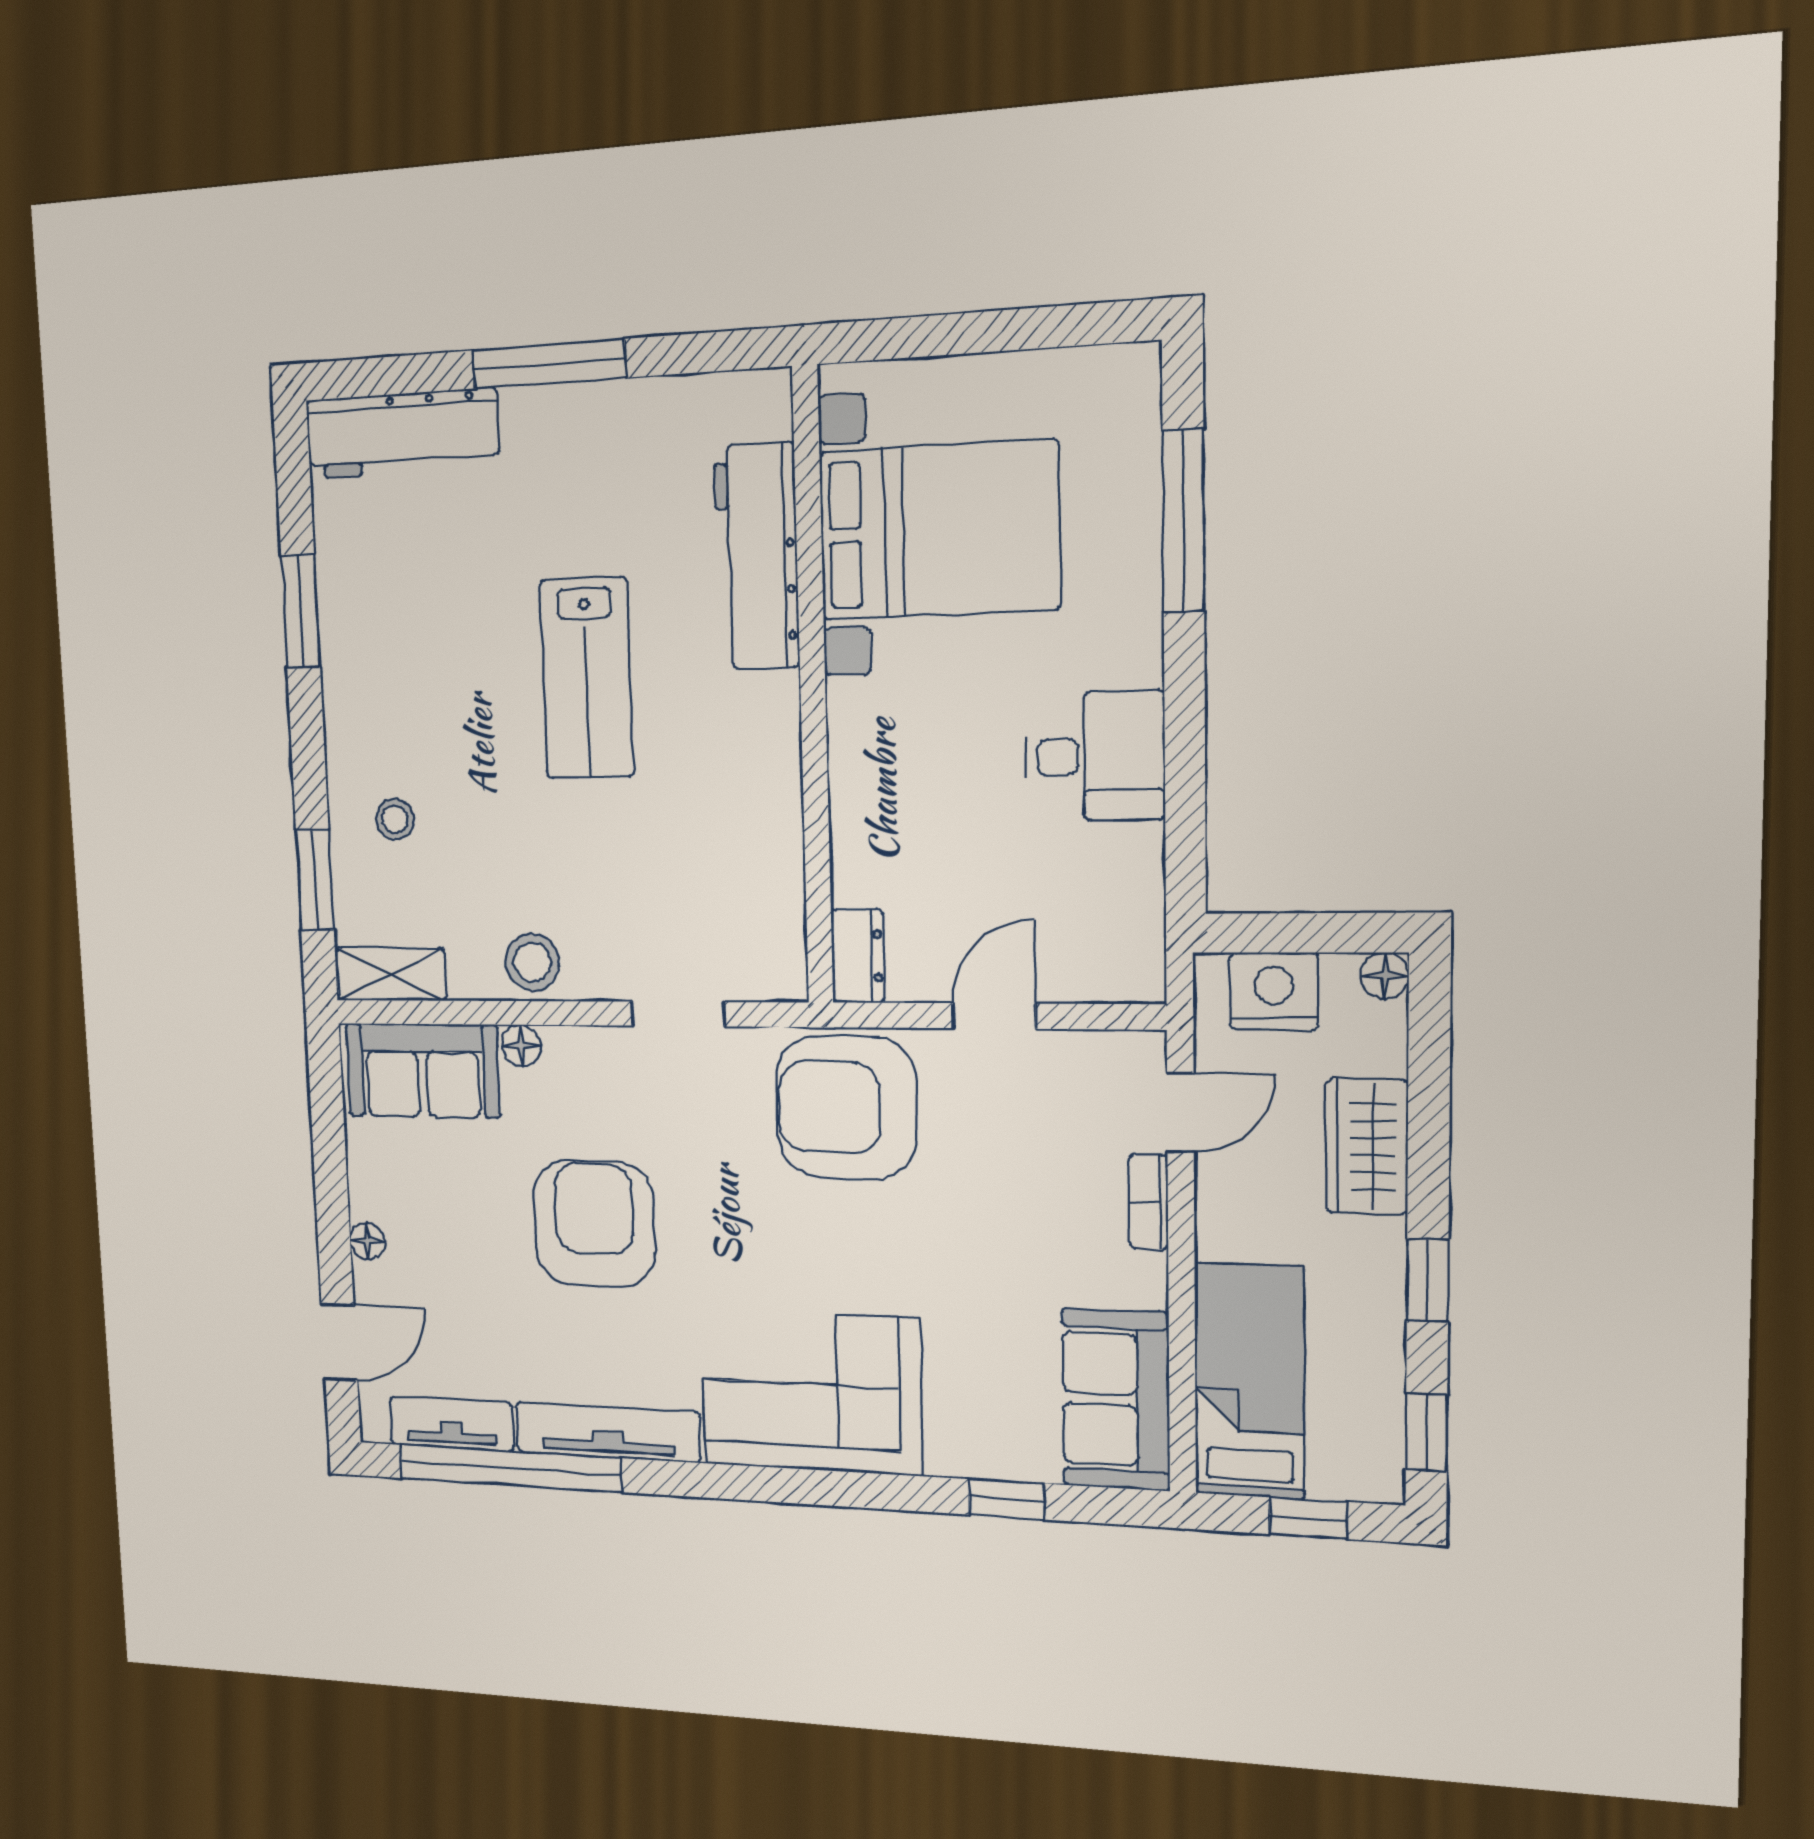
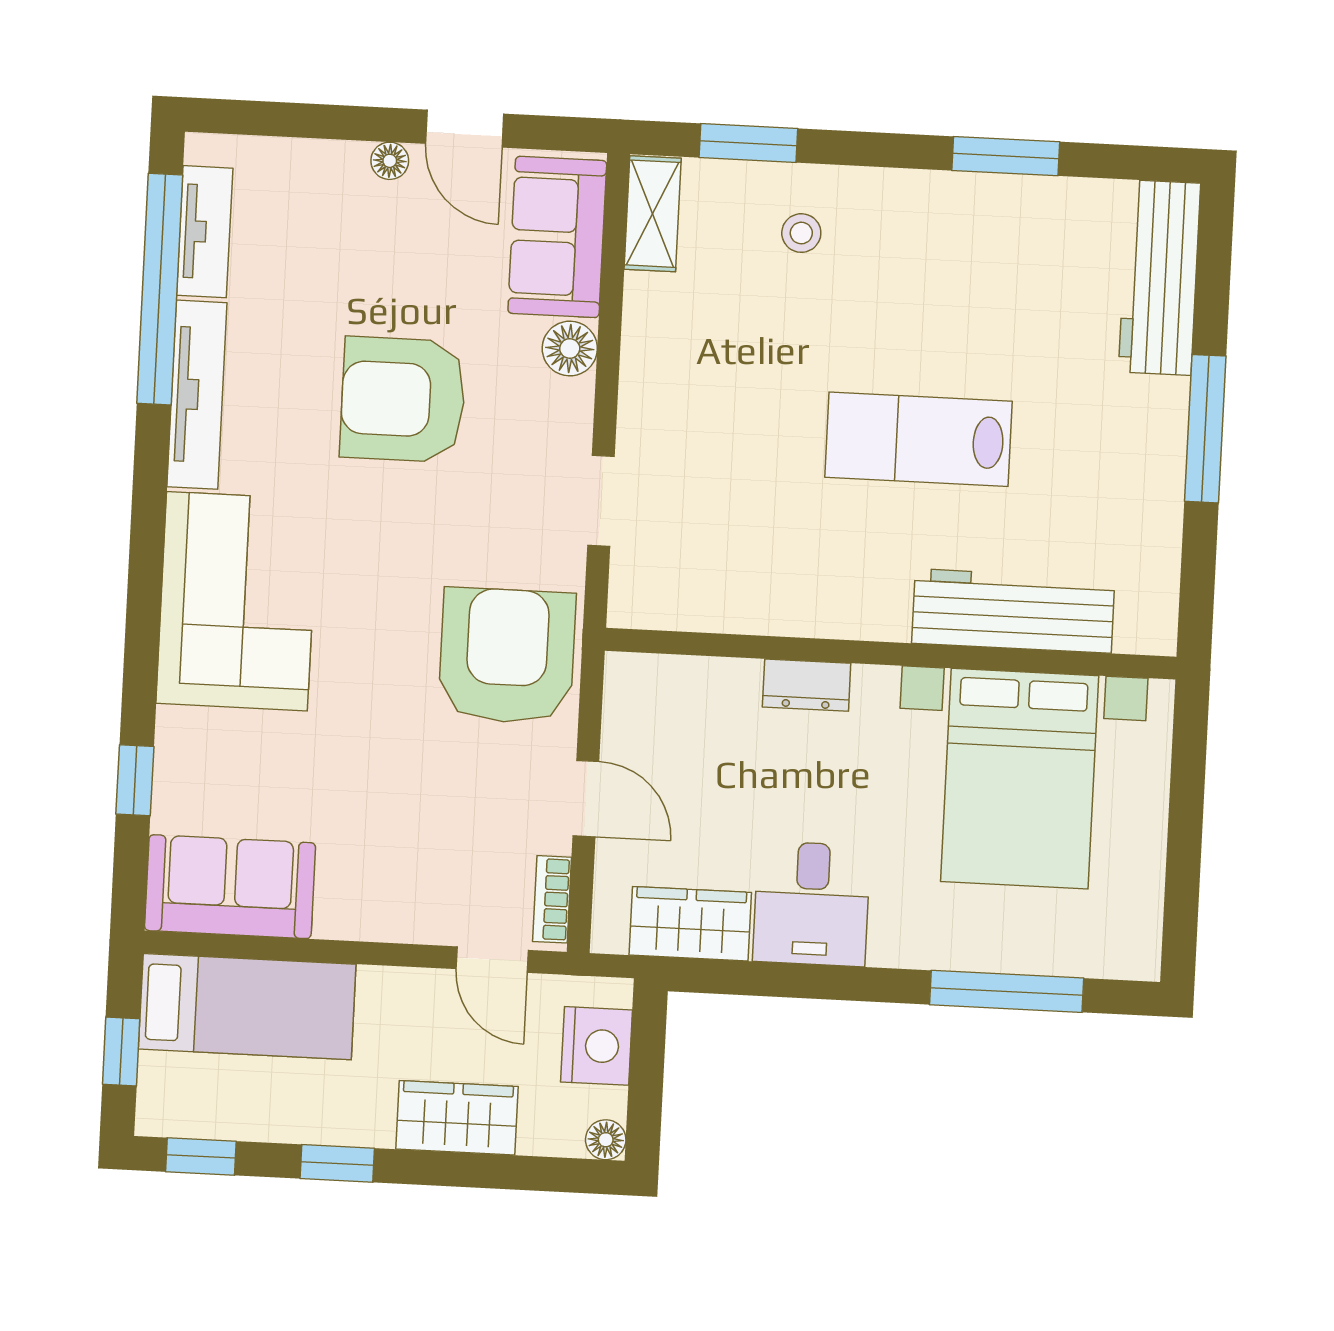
wardrobe: (1126, 893) -> (690, 924), added
dresser: (858, 956) -> (807, 685), moved
stool: (532, 962) -> (657, 360), removed
floor lamp: (521, 1046) -> (570, 349), width x1.37, depth x1.37
bookcase: (1149, 1202) -> (552, 899), moved, turned -90
armchair: (594, 1223) -> (403, 399), turned 180
door: (339, 1342) -> (465, 129), moved

